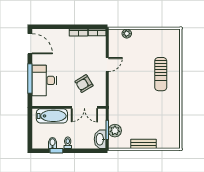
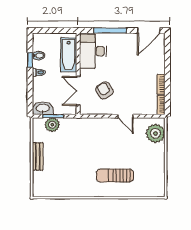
plant: (127, 34) -> (155, 133), width x1.87, depth x1.87
desk: (44, 80) -> (93, 51), moved, turned -90

